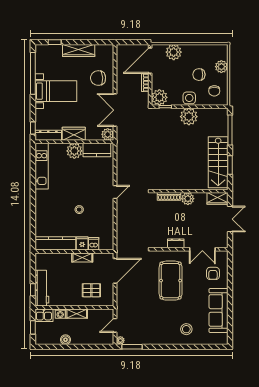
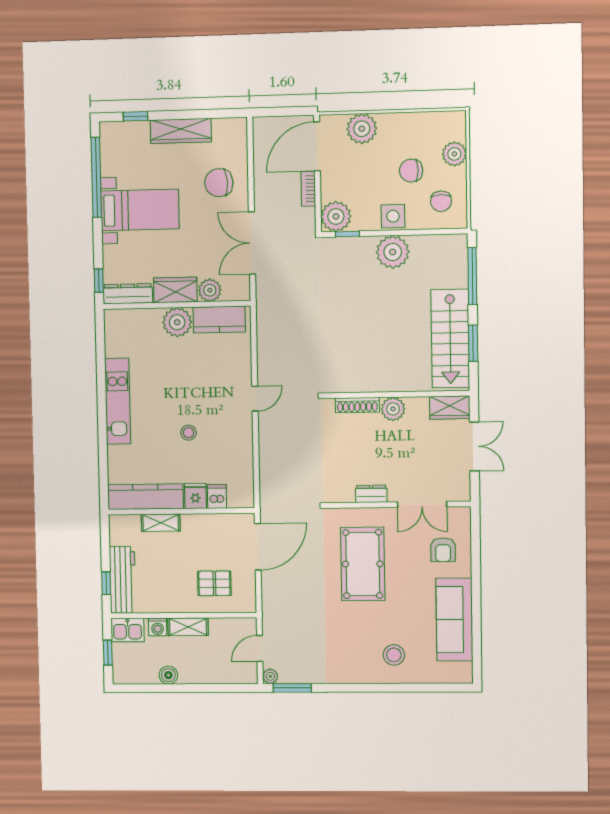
plant: (108, 134) -> (210, 290), moved
kitchen unit: (42, 166) -> (118, 401), moved
shelving: (82, 257) -> (161, 523), moved

